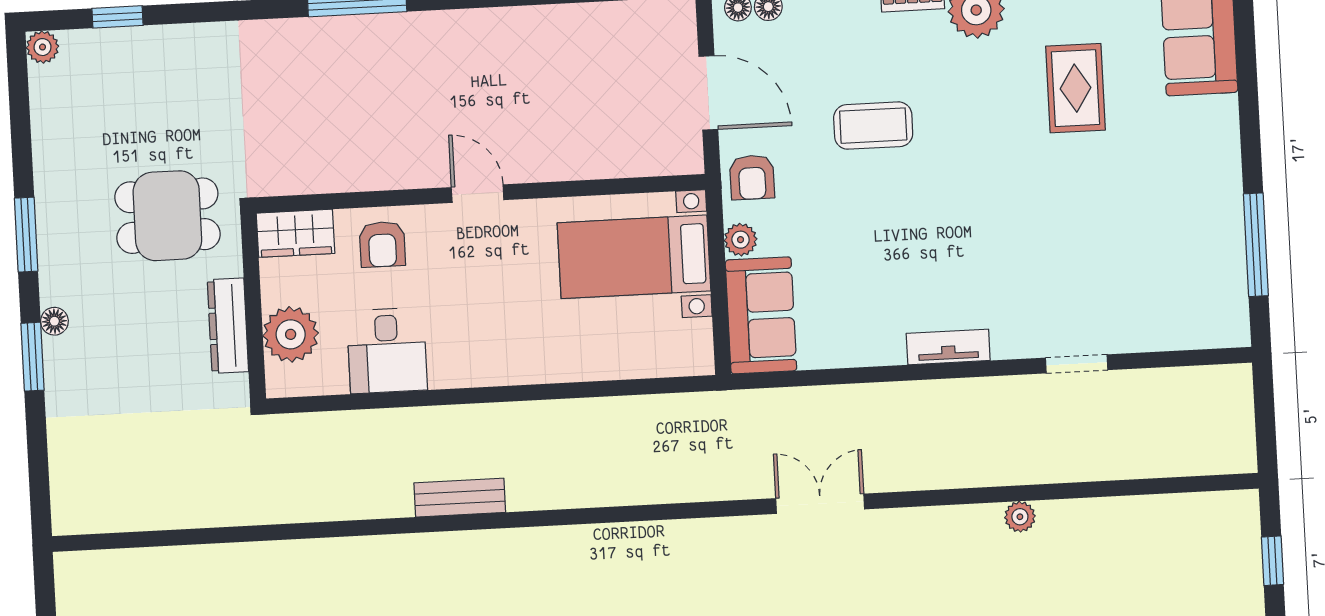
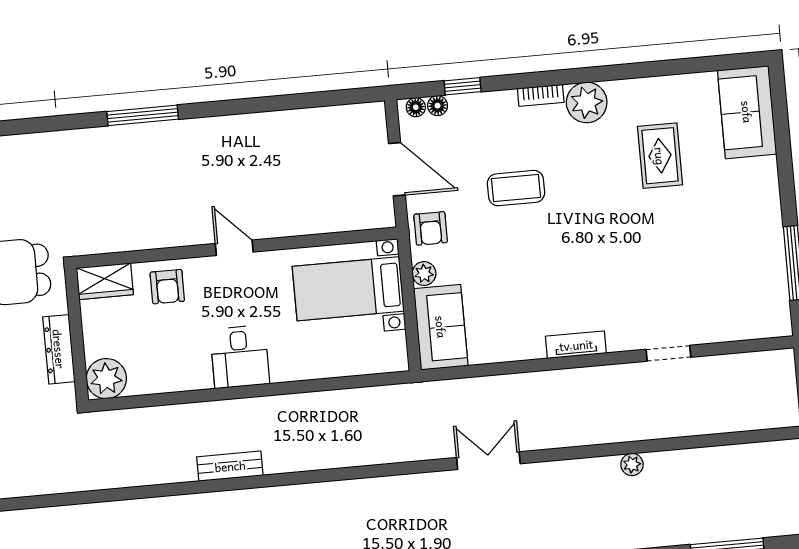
plant: (291, 334) -> (106, 379), moved
desk: (387, 351) -> (240, 357), moved

